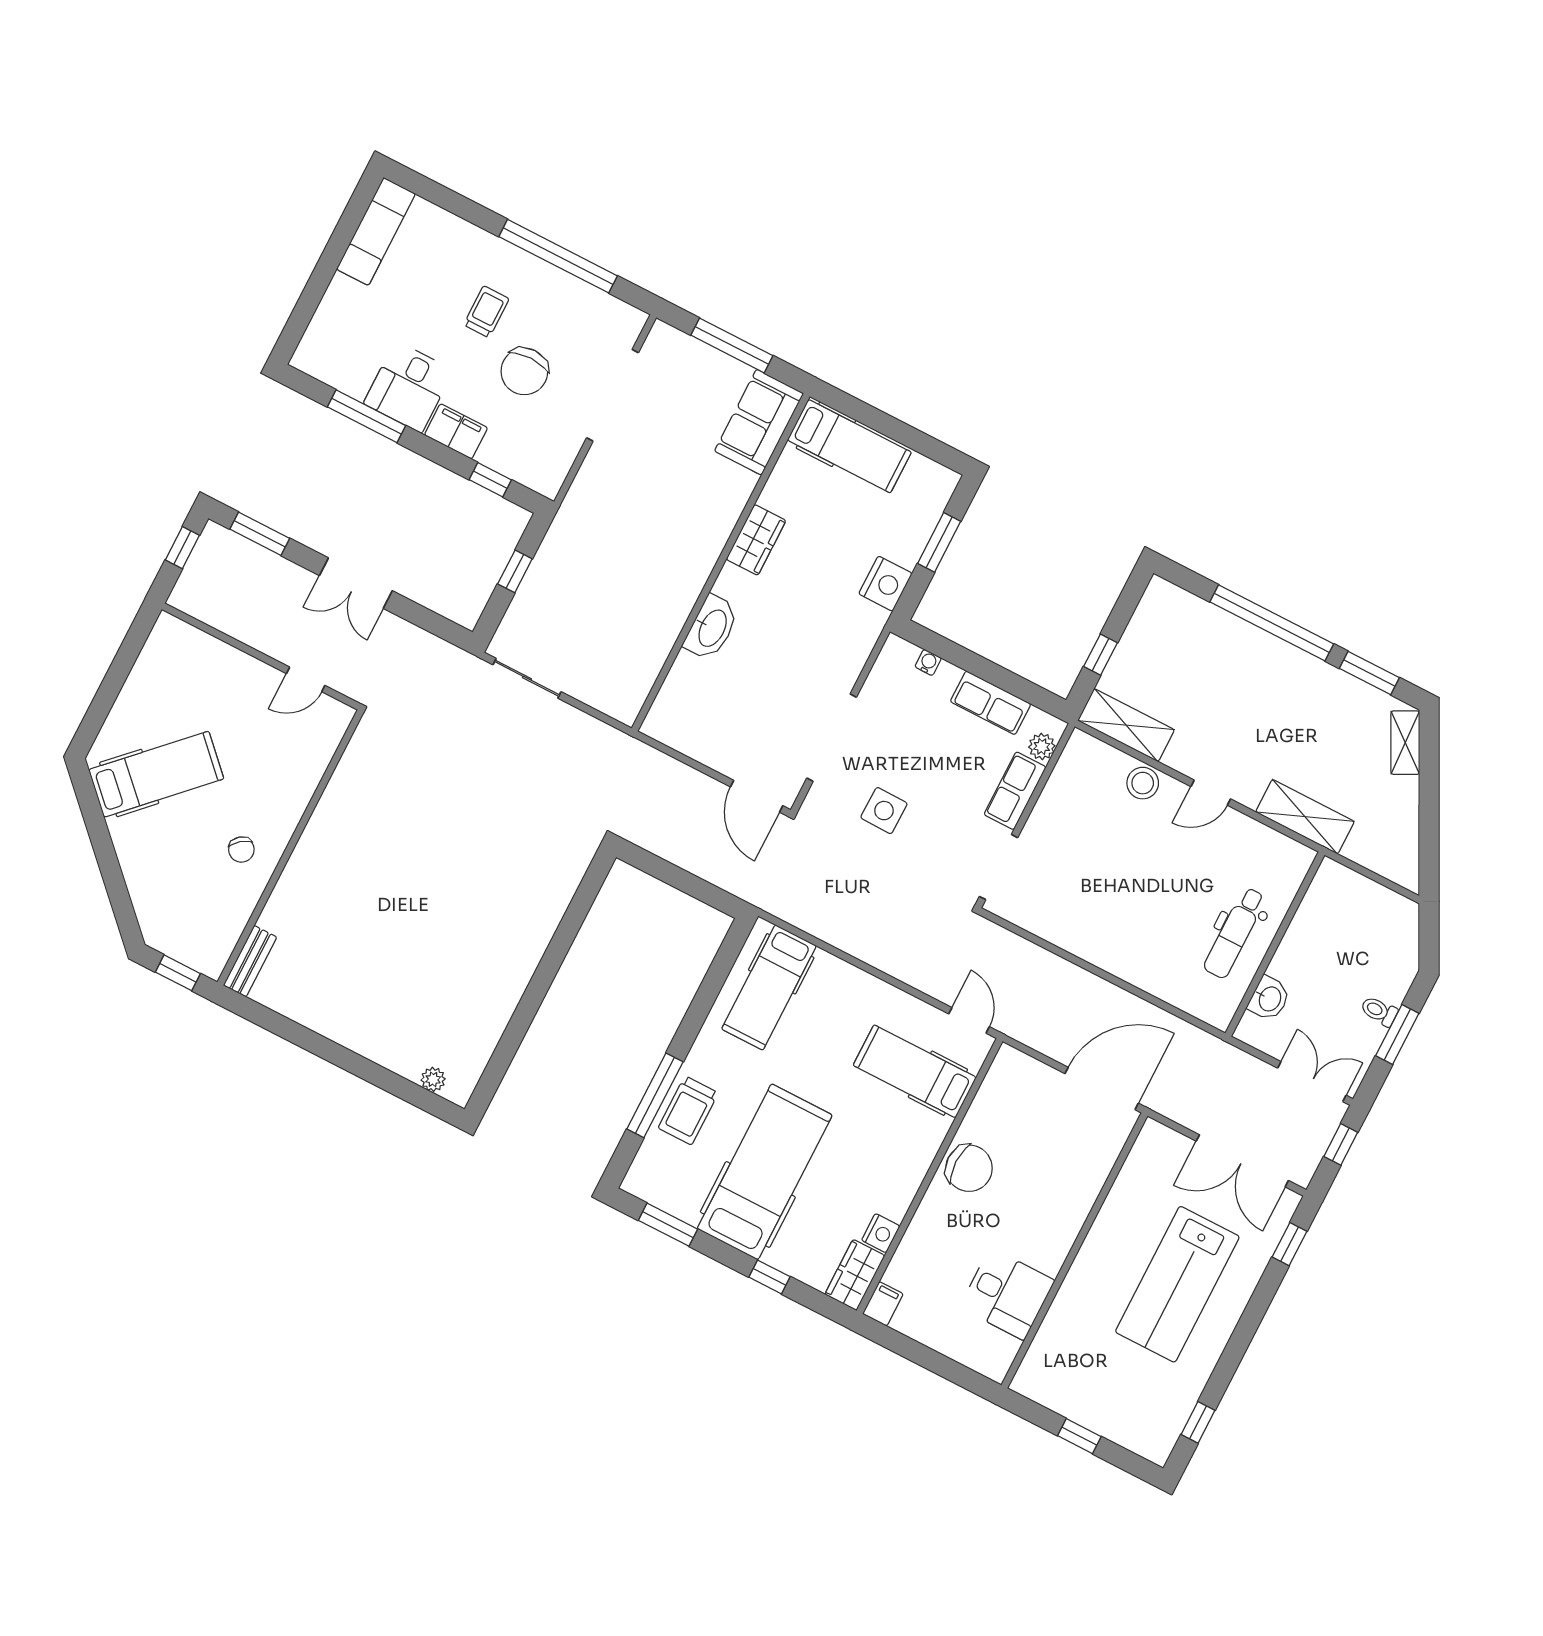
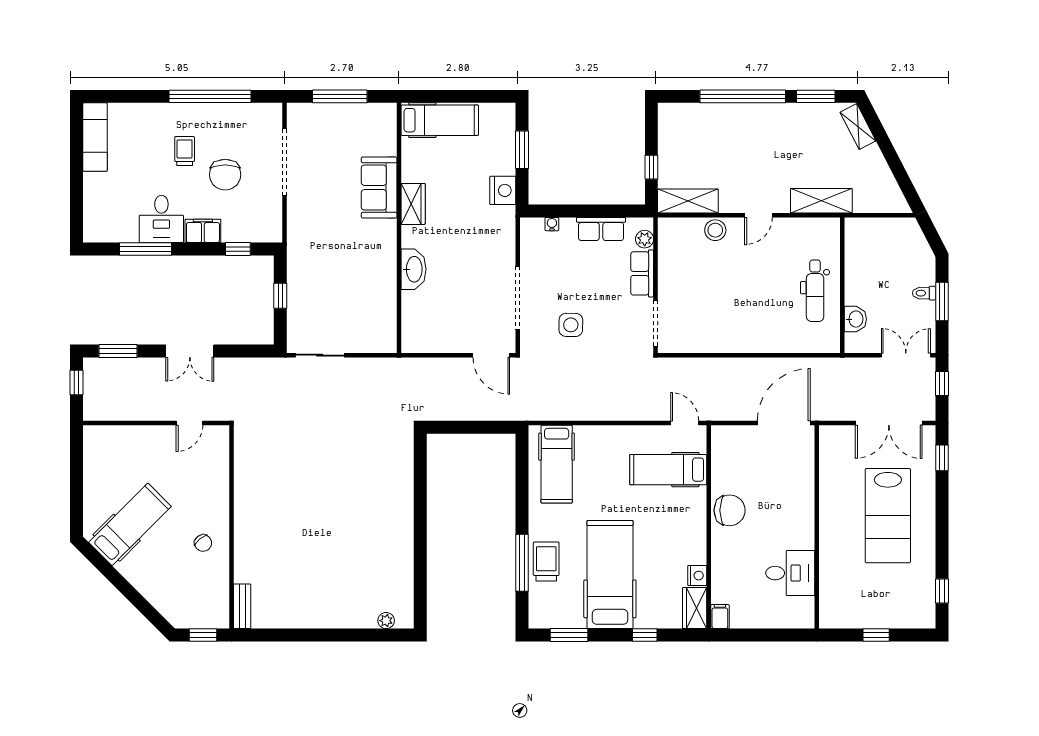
sofa: (759, 422) -> (379, 188), moved
trolley: (688, 1110) -> (546, 561), turned 180

